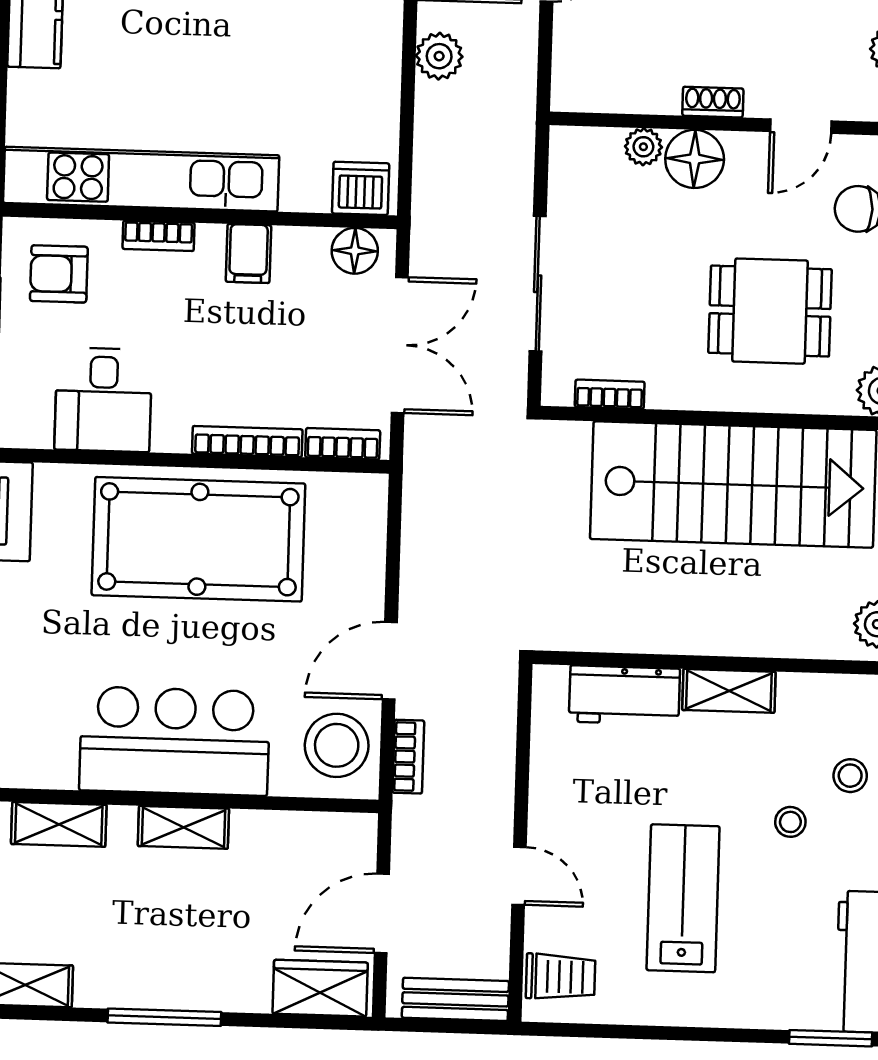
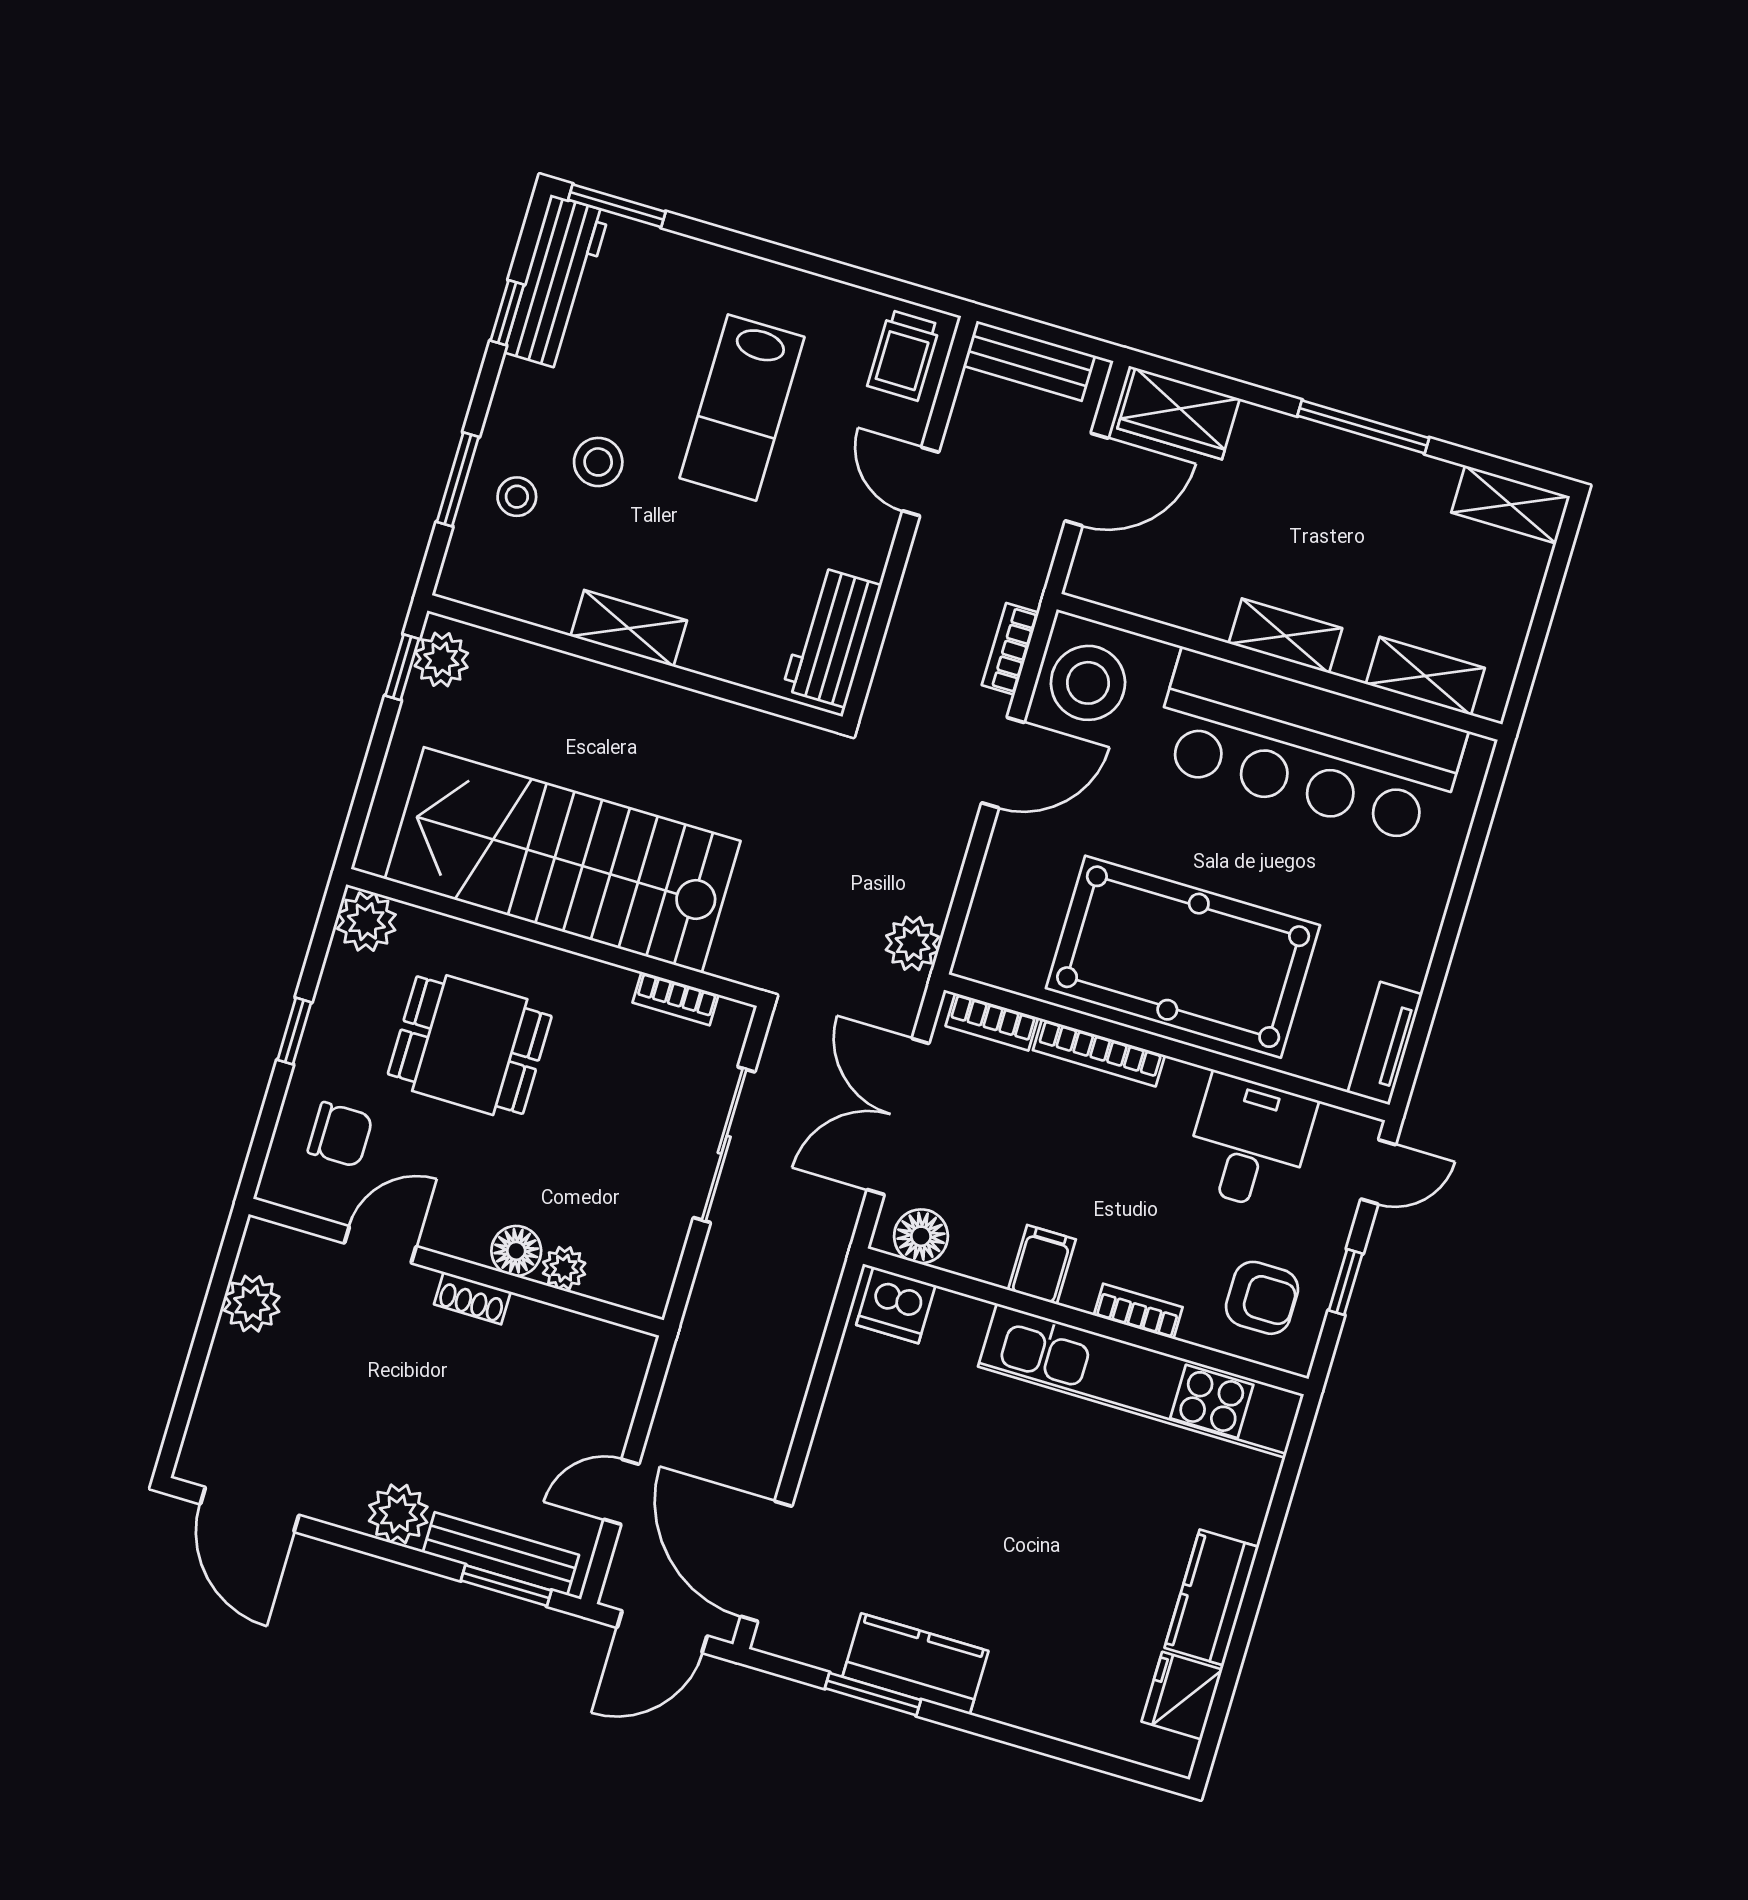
plant: (439, 56) -> (912, 943), moved
floor lamp: (695, 159) -> (516, 1251), width x0.73, depth x0.73
workbench: (624, 695) -> (832, 637), moved, turned -90
bar counter: (175, 741) -> (1308, 747), width x1.36
stool: (790, 822) -> (598, 462), width x1.37, depth x1.37
trolley: (561, 977) -> (904, 355), turned -90

